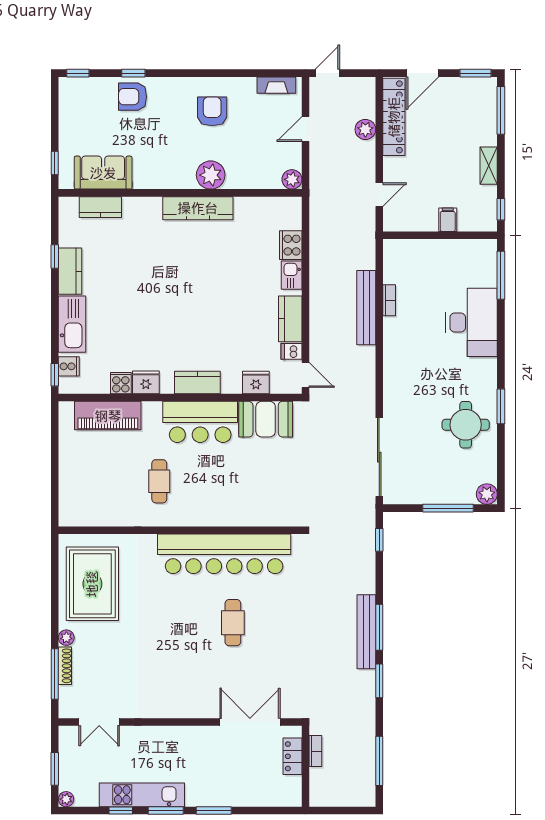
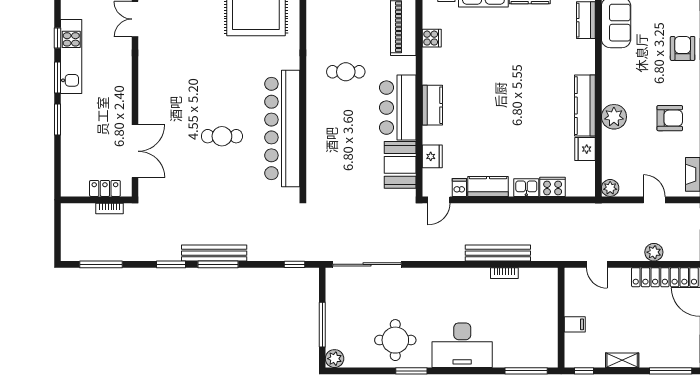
desk: (472, 322) -> (462, 345), moved
fridge: (146, 382) -> (585, 149), moved, turned 180

